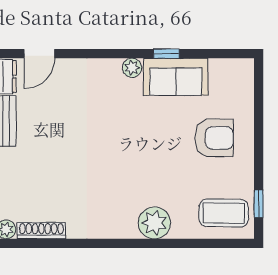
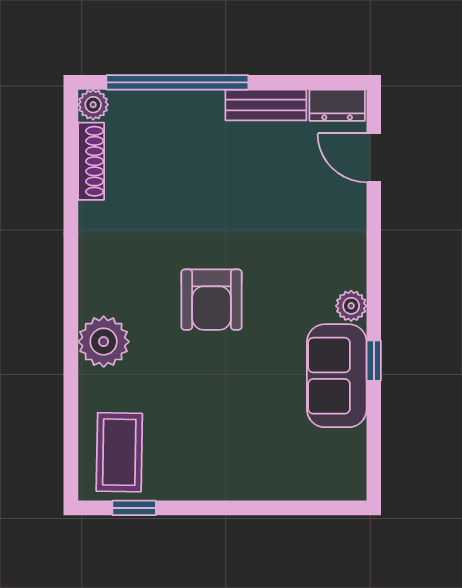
armchair: (214, 138) -> (212, 300), moved

